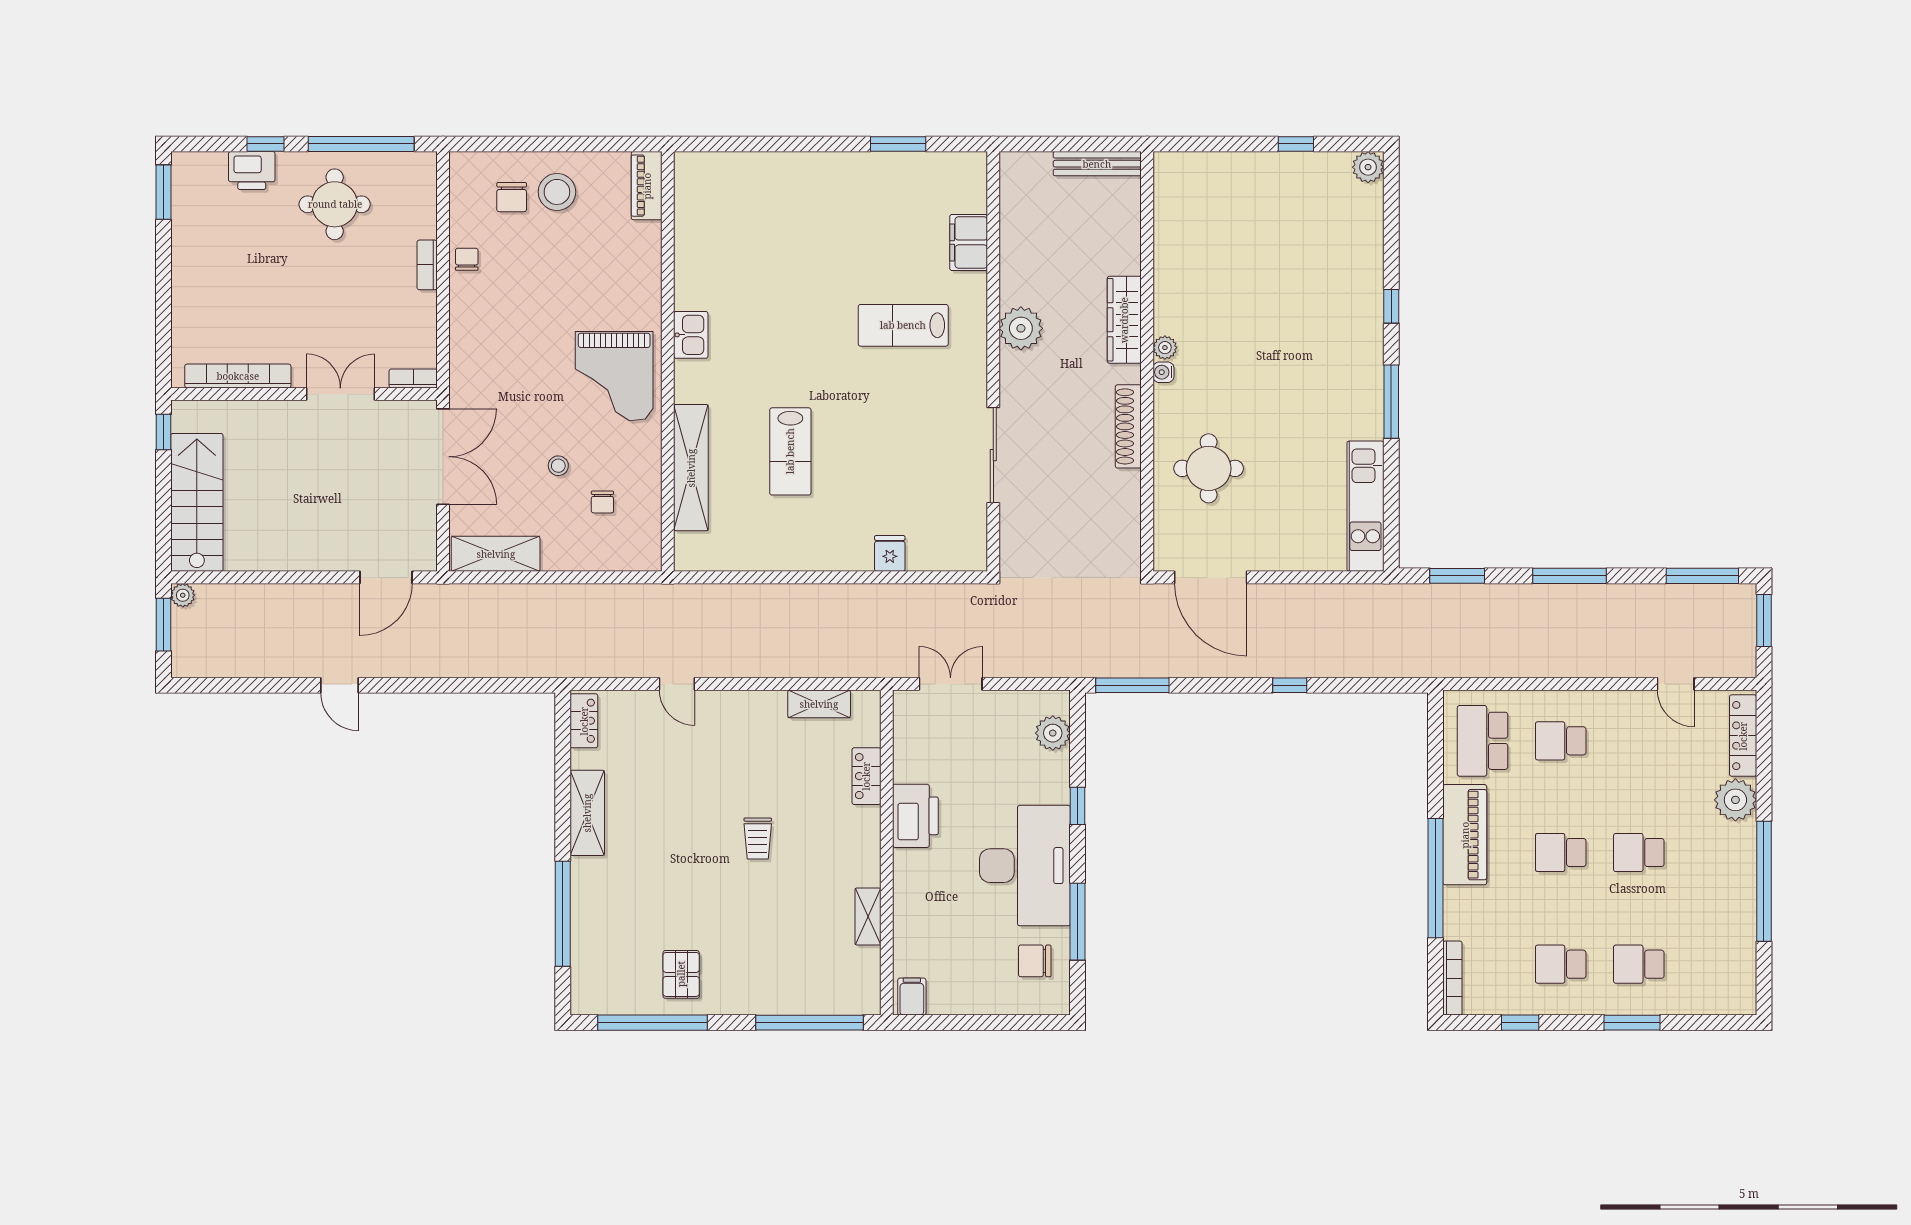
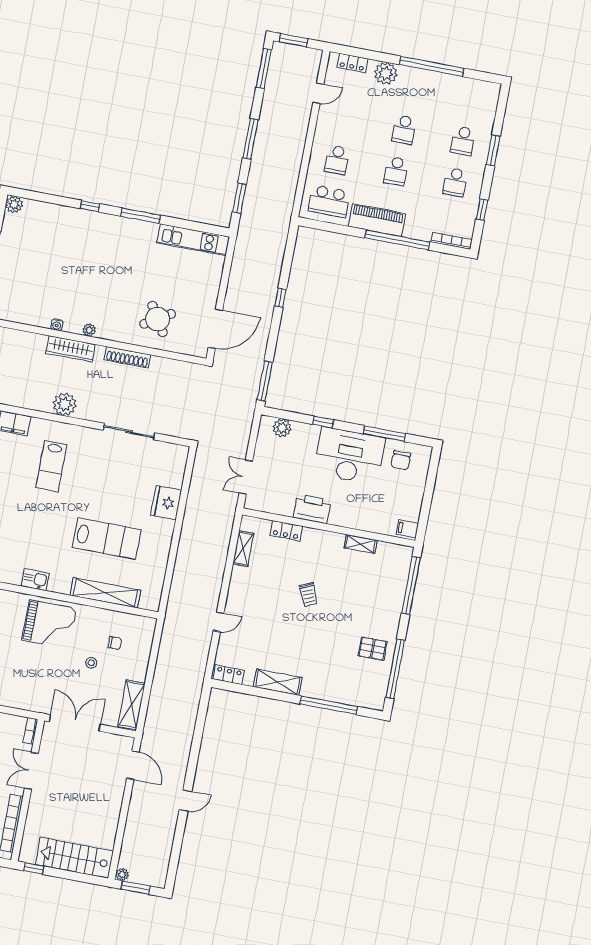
water cooler: (1163, 372) -> (57, 325), moved
lab bench: (790, 451) -> (107, 539), width x1.36, depth x1.39
round table: (1209, 468) -> (158, 319), turned -31
fridge: (890, 553) -> (166, 503), width x1.88, depth x1.34
locker: (1743, 736) -> (352, 63), width x0.66
trolley: (758, 839) -> (308, 595), turned 67

